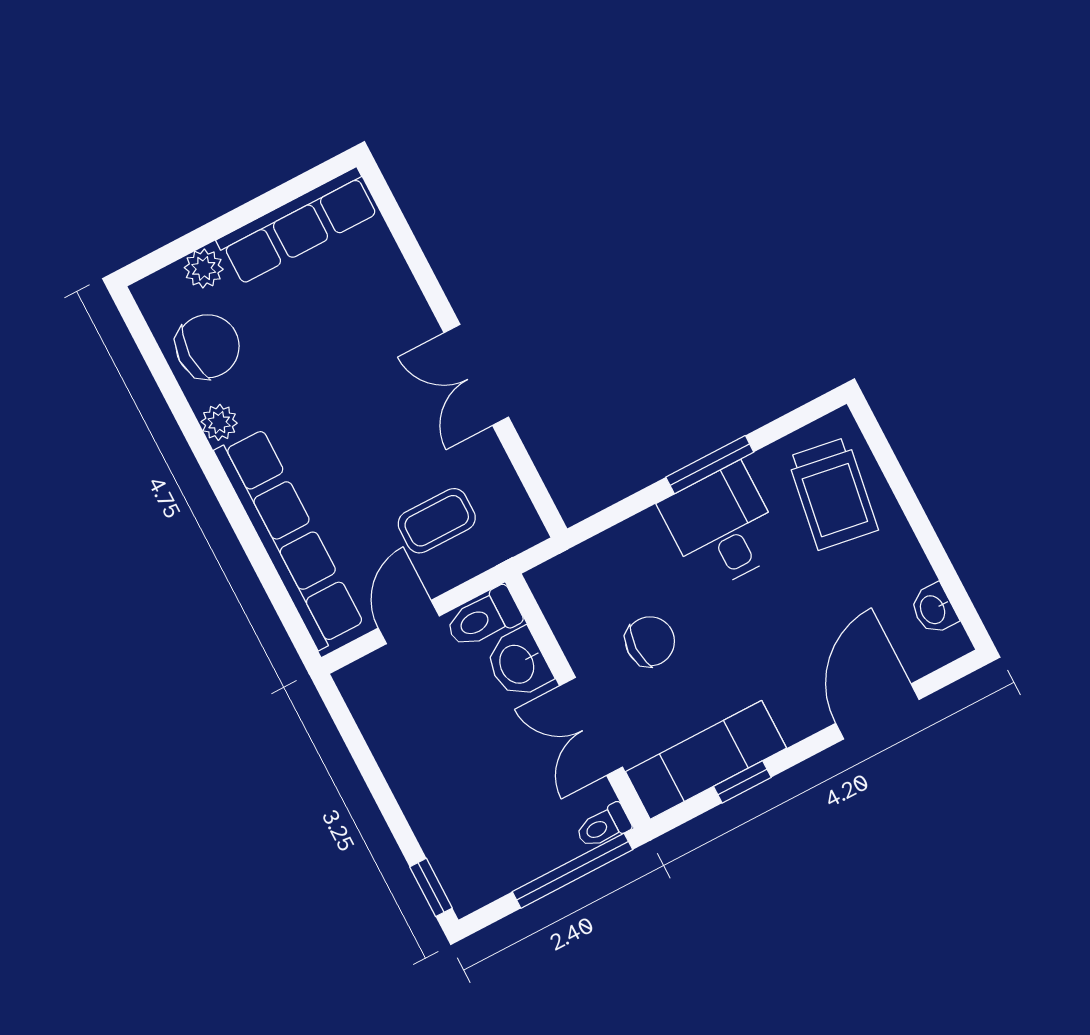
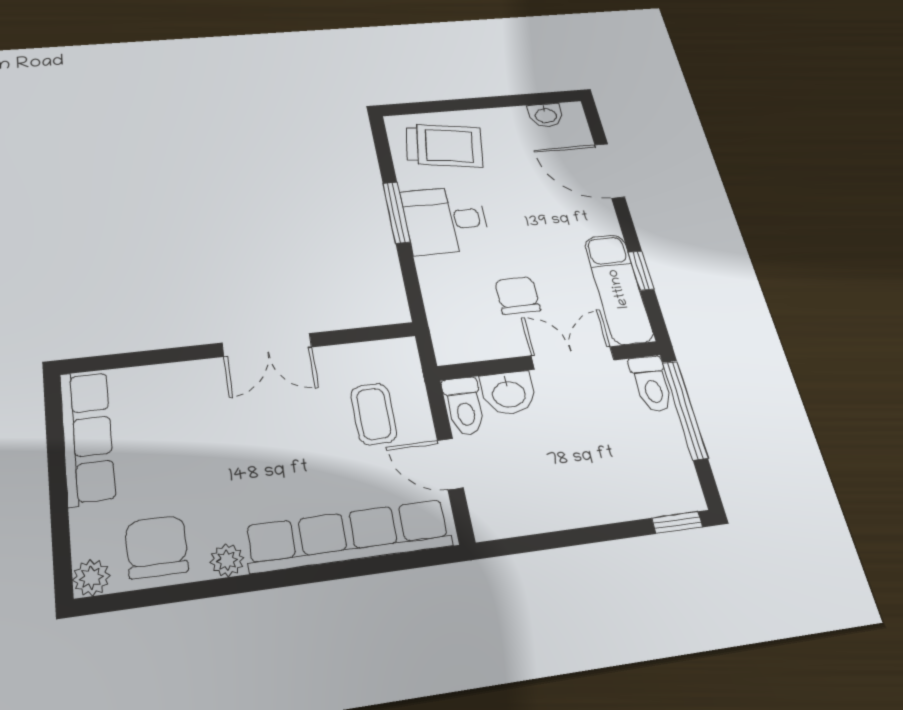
plant: (204, 268) -> (91, 578), moved
double door: (591, 726) -> (573, 358), swing flipped
toilet: (603, 826) -> (651, 384), width x1.37, depth x1.39

